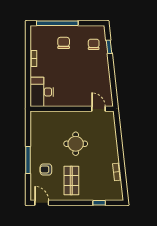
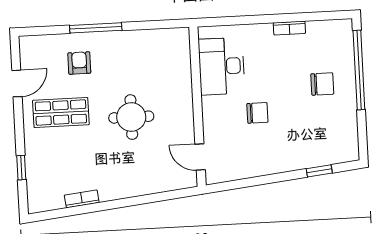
chair: (94, 44) -> (257, 113), moved
desk: (42, 92) -> (221, 66), moved, turned -90
door: (98, 109) -> (200, 157), swing flipped
door: (42, 203) -> (17, 83), moved

